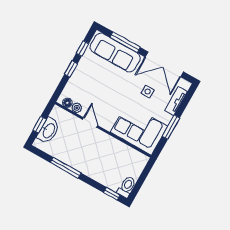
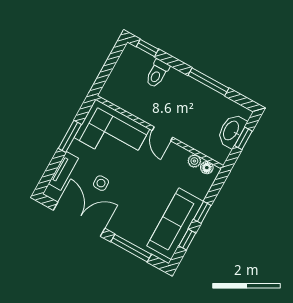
sofa: (115, 52) -> (175, 224), moved, turned -90
door: (90, 122) -> (162, 134), moved
toilet: (127, 187) -> (157, 73), moved

